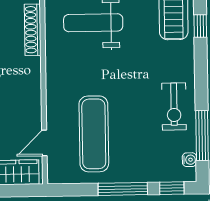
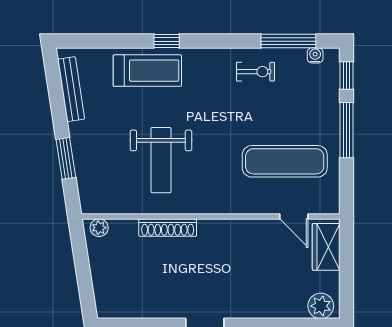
exercise bike: (174, 106) -> (256, 72), width x0.73, depth x0.72

